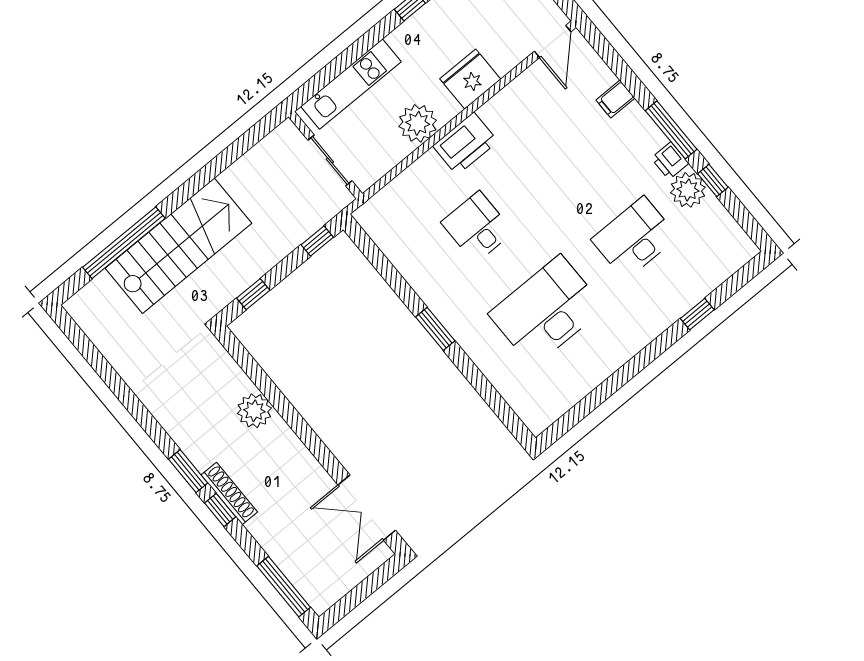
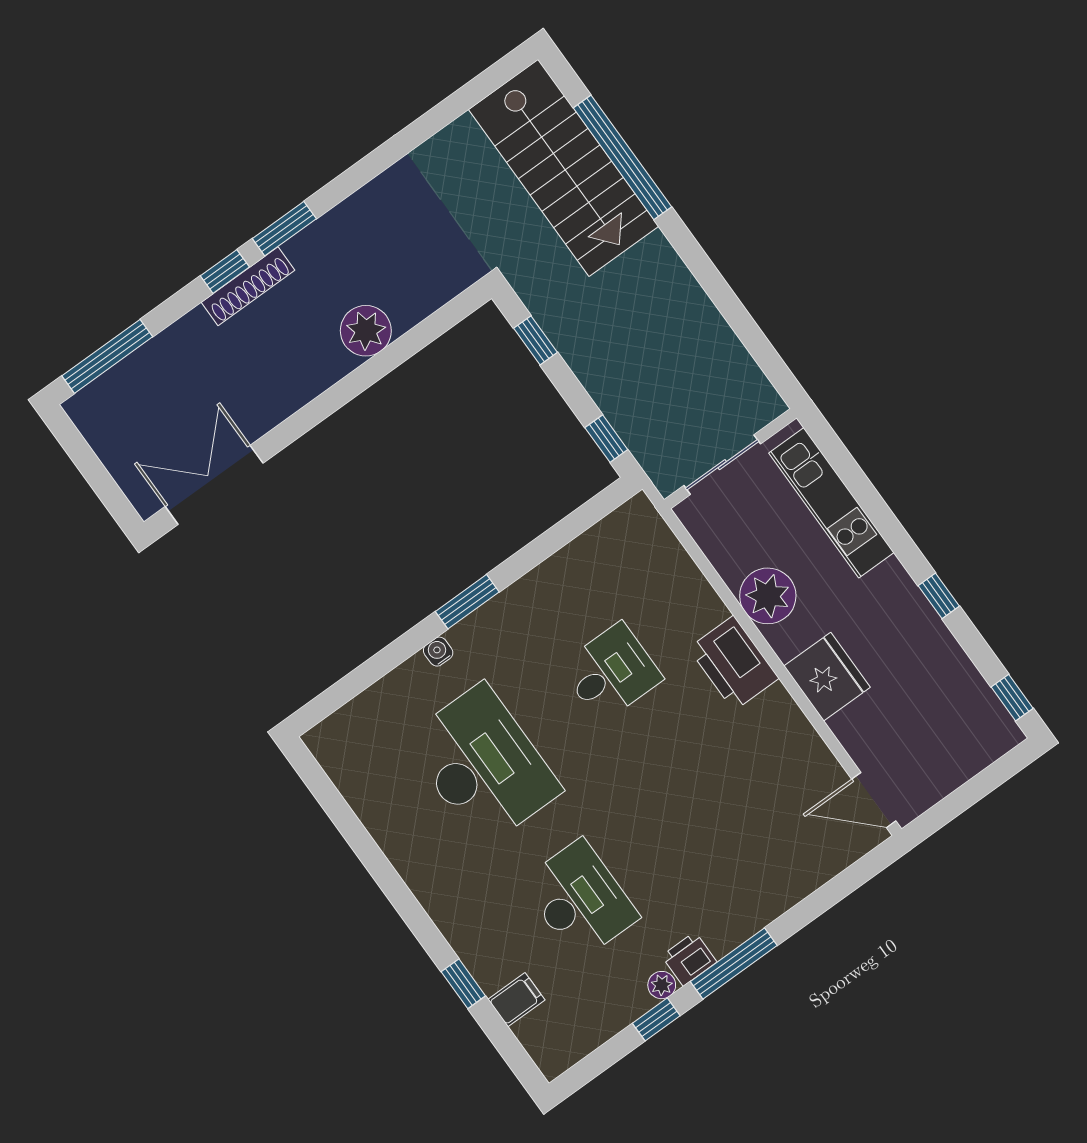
filing cabinet: (615, 99) -> (516, 1000), moved, turned 90
plant: (688, 190) -> (662, 985), width x0.53, depth x0.53
stairs: (178, 246) -> (564, 168), moved
water cooler: (471, 347) -> (438, 652), added

